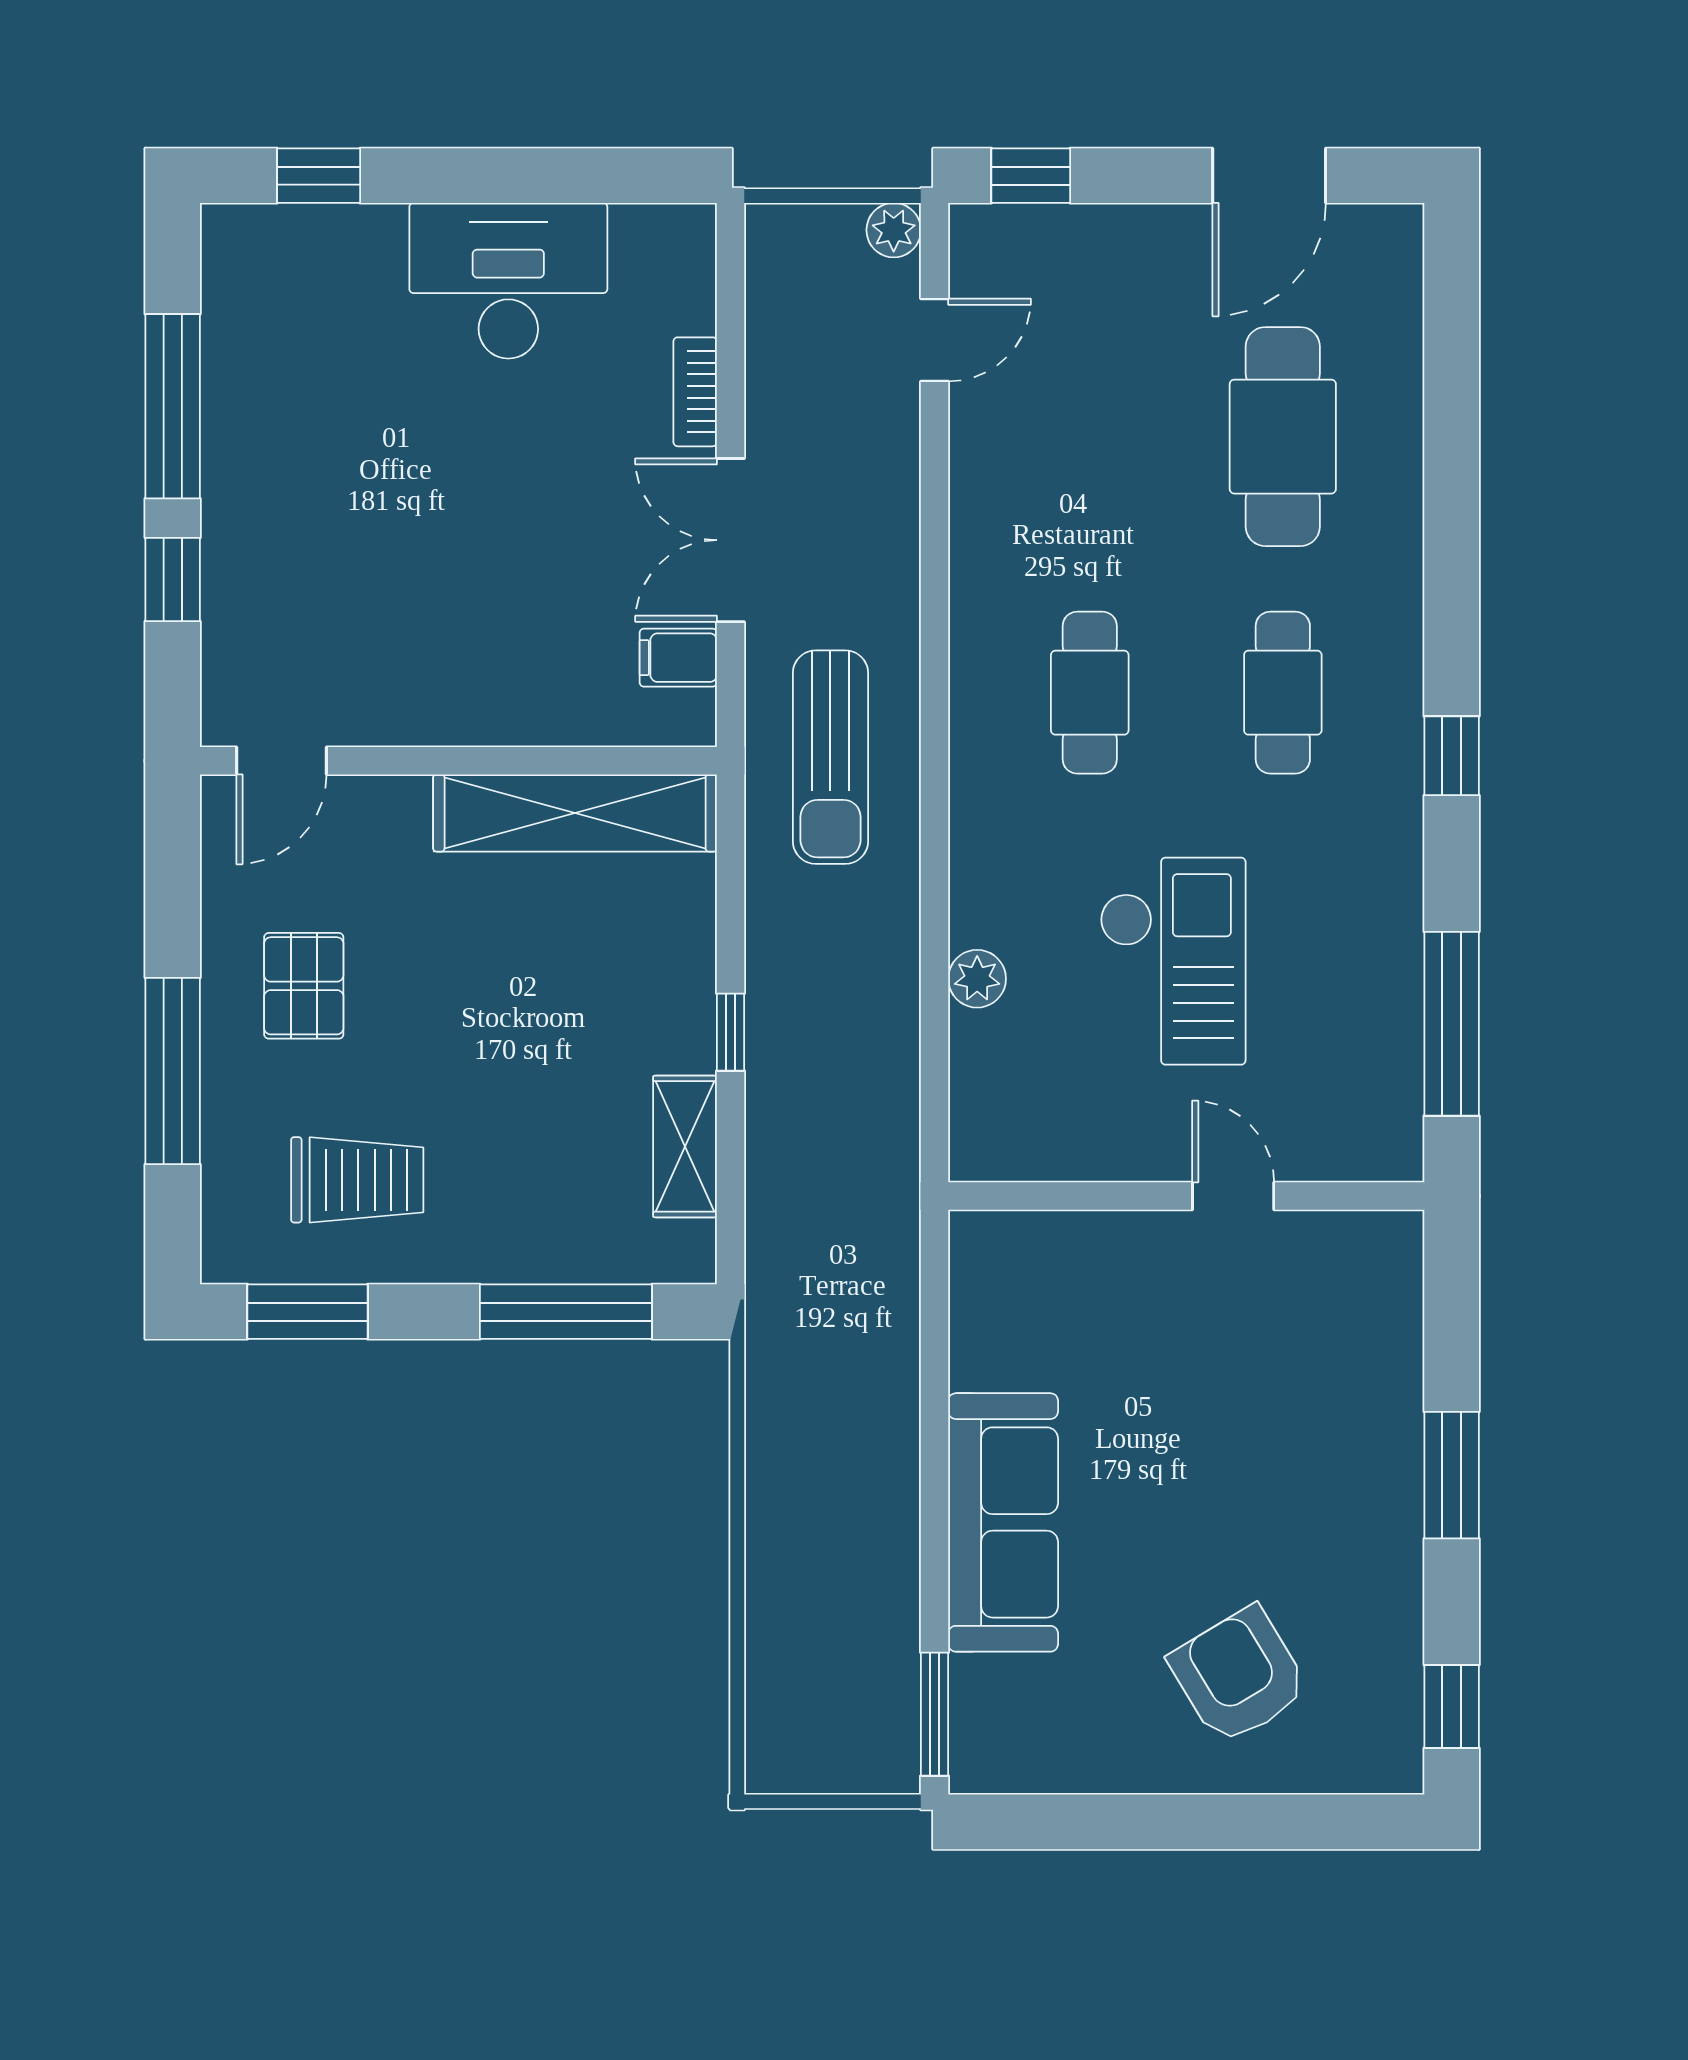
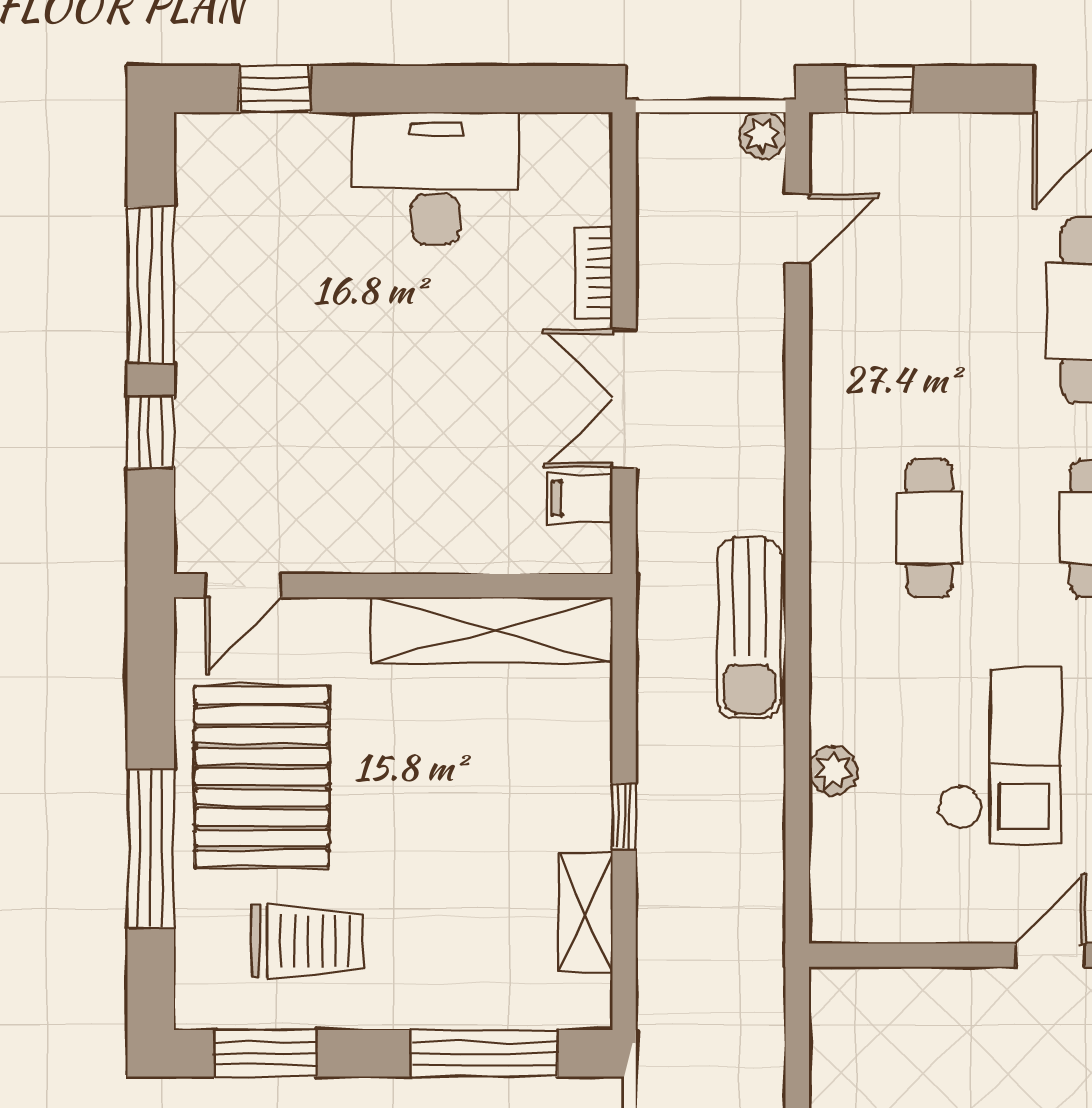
sun lounger: (830, 757) -> (749, 628), moved
pallet: (304, 986) -> (262, 777), width x2.05, depth x2.00
door: (1233, 1196) -> (1051, 955), hinge flipped

